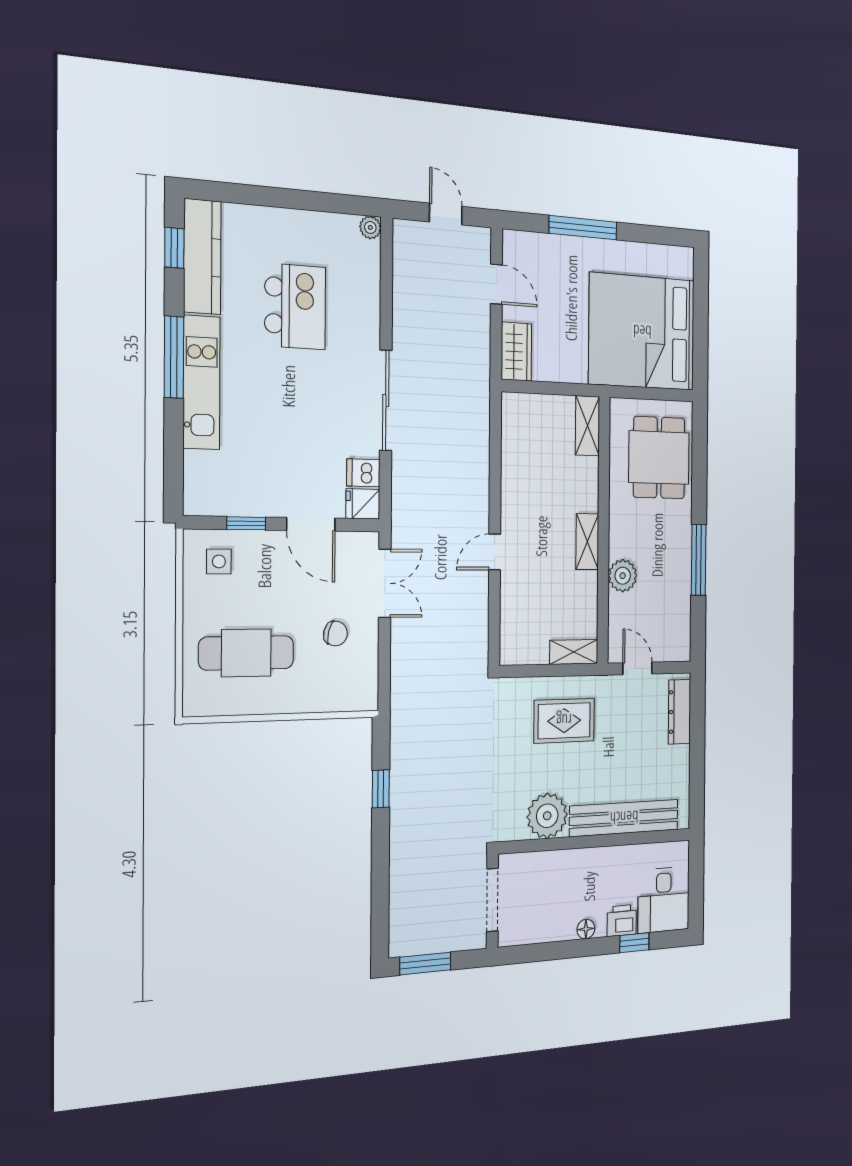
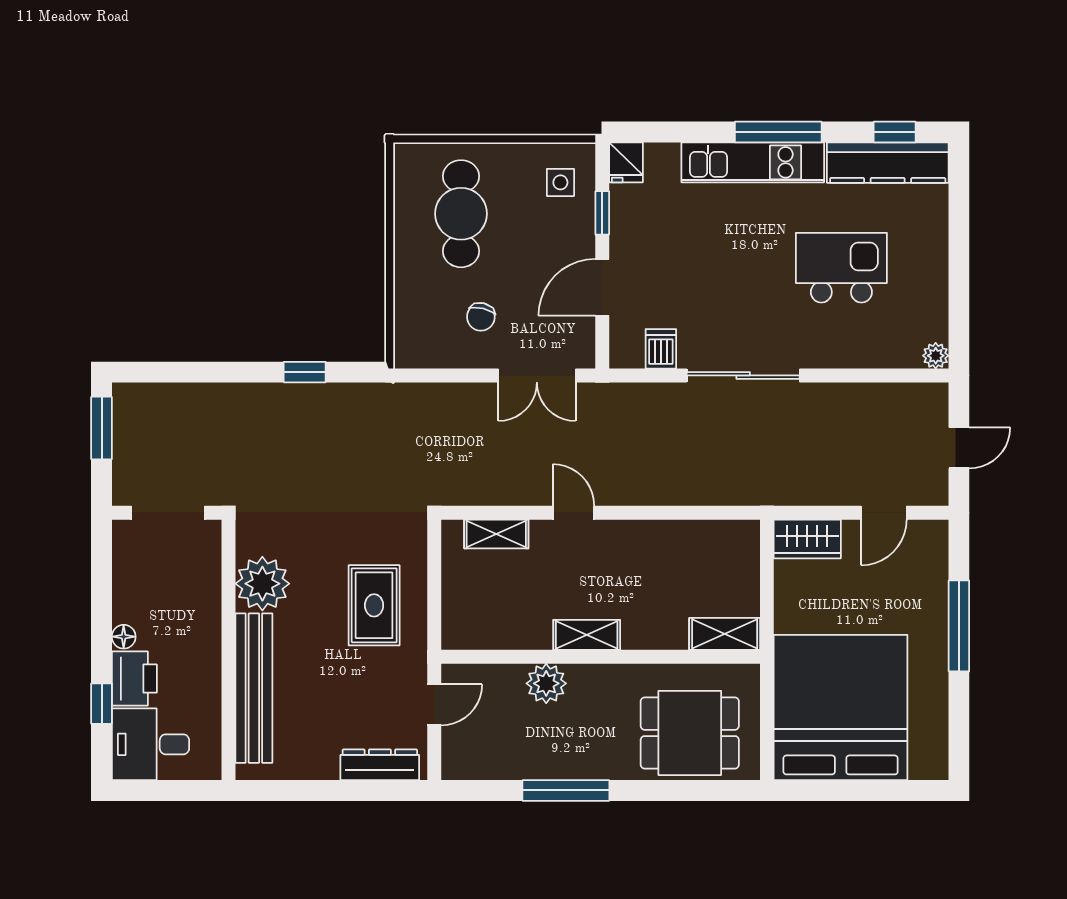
kitchen island: (295, 306) -> (841, 268), turned 180
fridge: (363, 504) -> (626, 162), moved, turned 180
shelving: (574, 652) -> (496, 534), moved, turned 90
printer: (622, 920) -> (134, 679), width x1.36, depth x1.24

